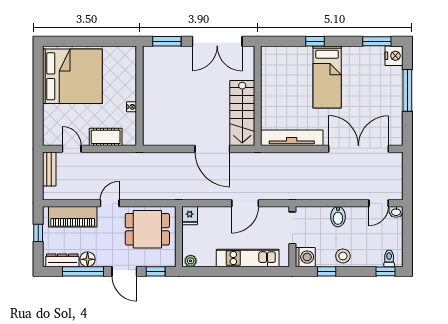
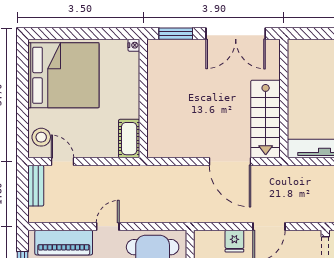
nightstand: (132, 107) -> (134, 45), moved
stool: (54, 128) -> (41, 137), added
cot: (106, 137) -> (129, 139), moved, turned 90
fridge: (190, 216) -> (234, 241), moved

